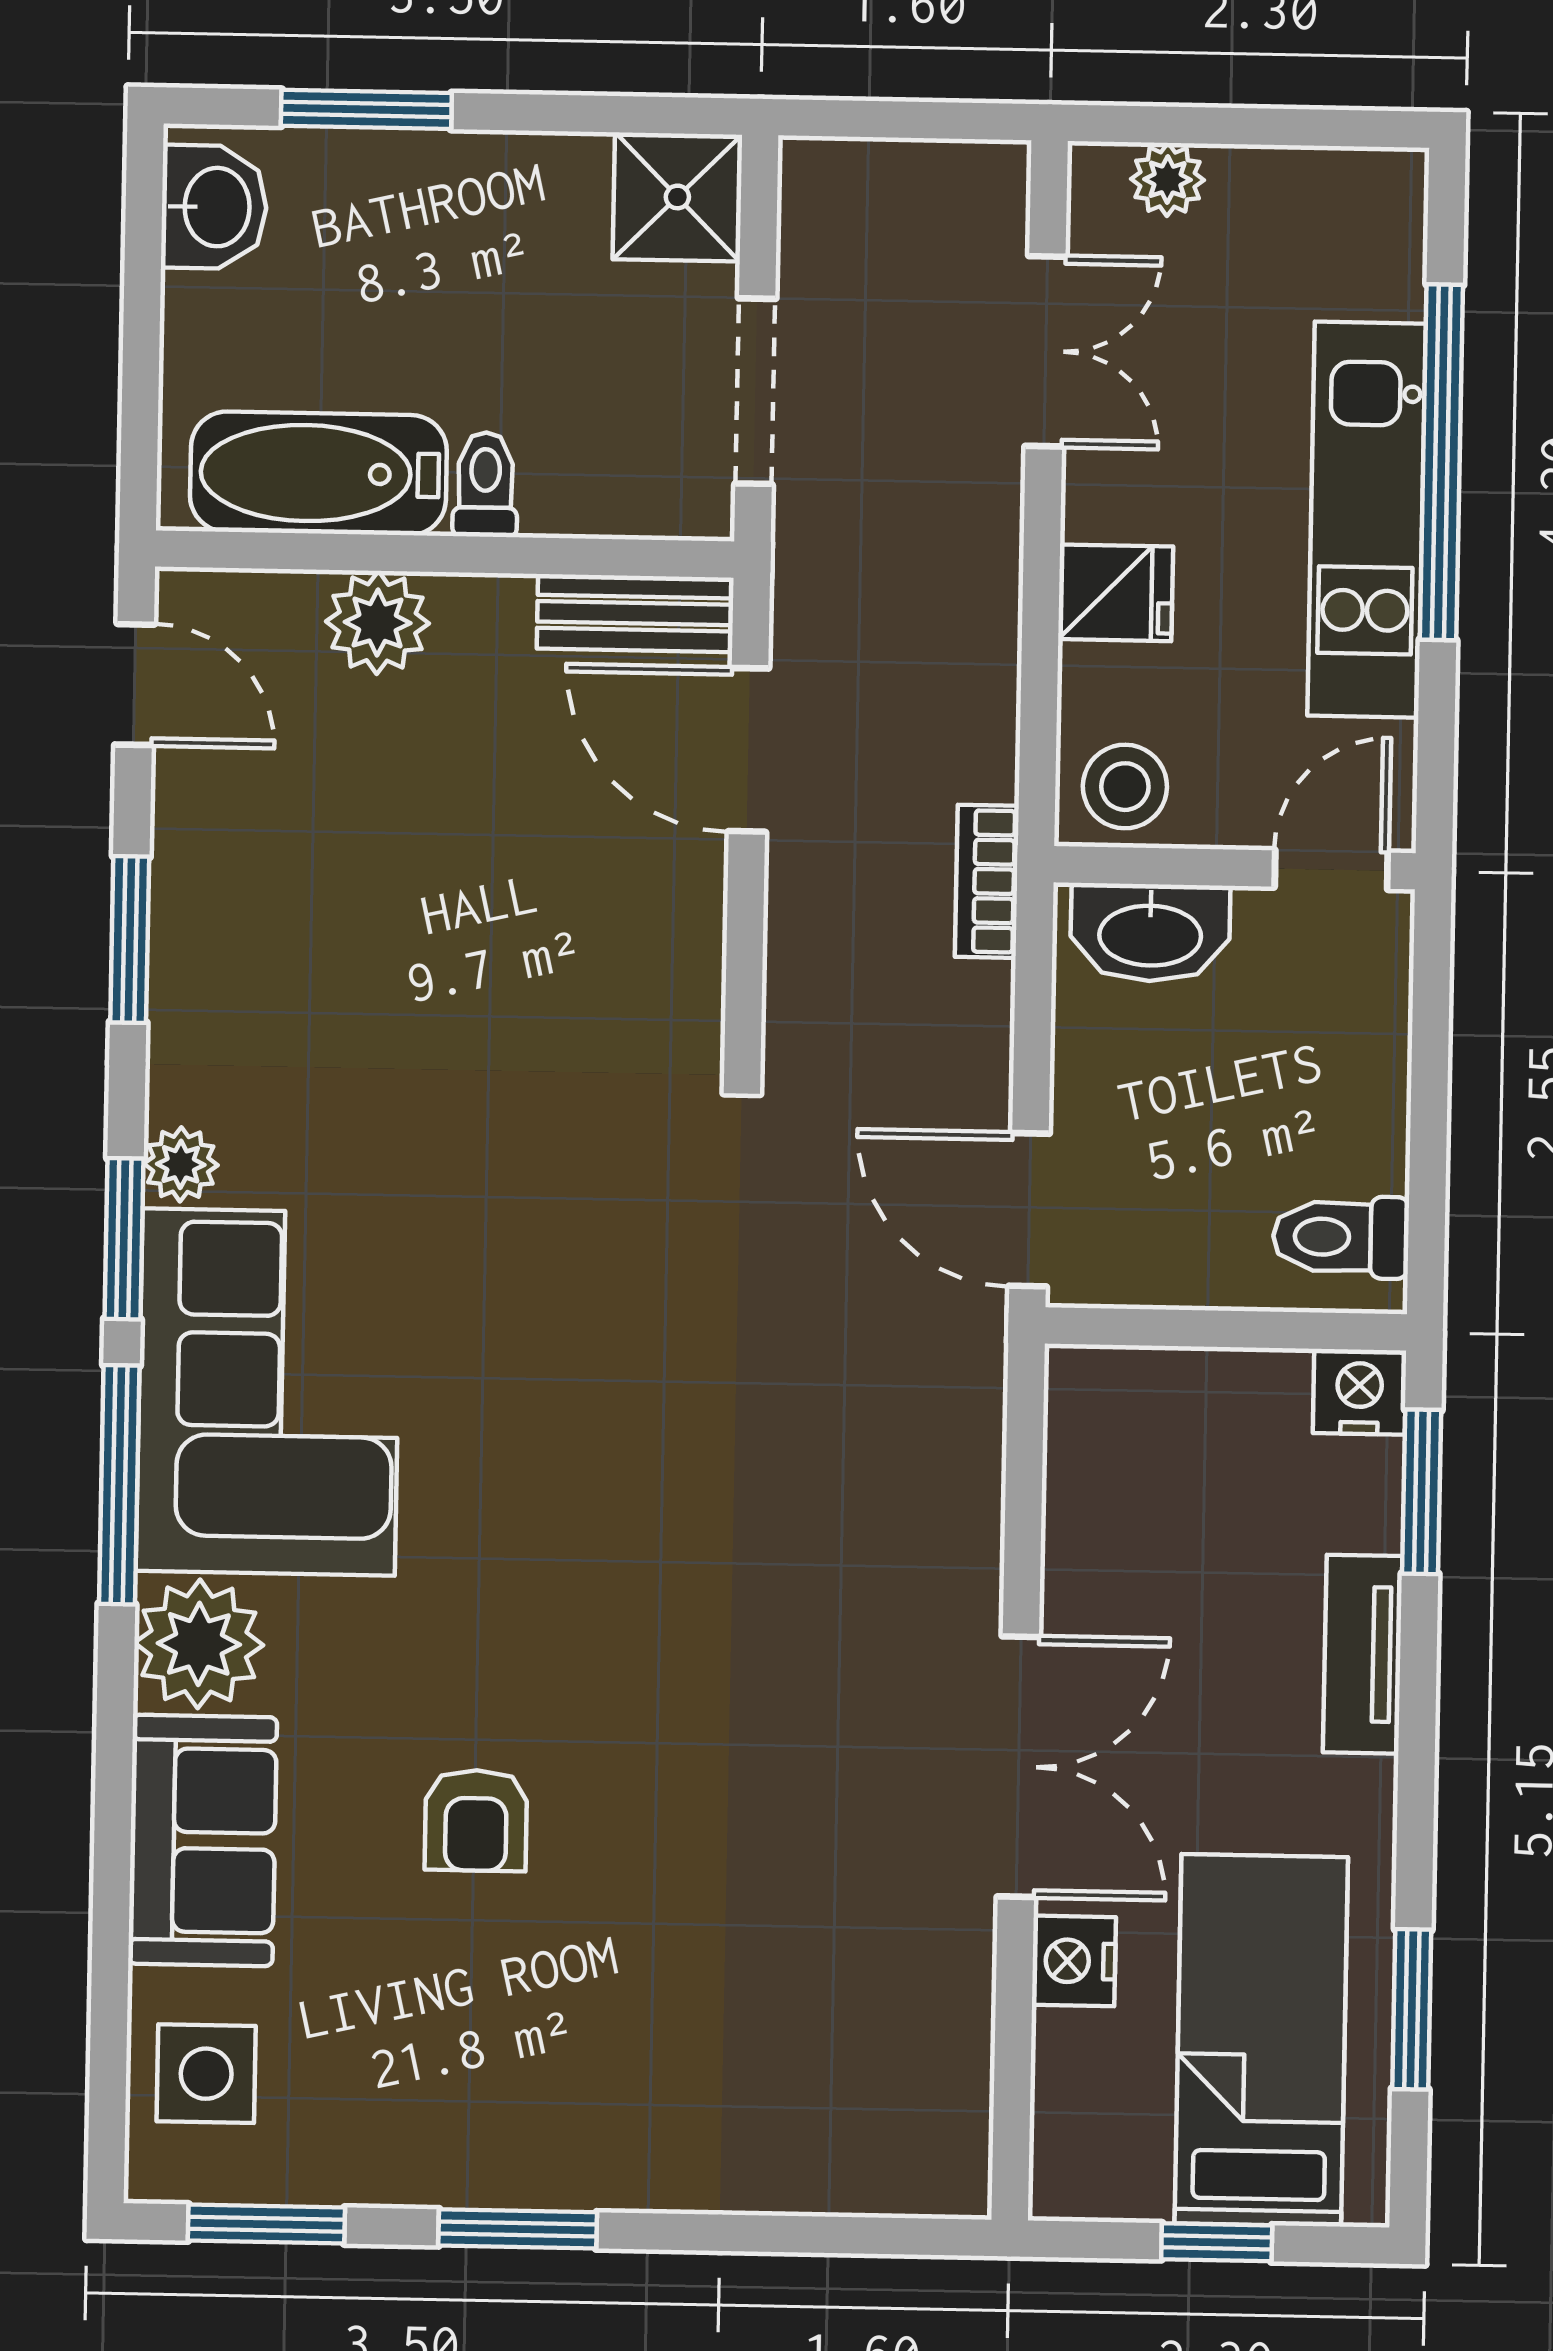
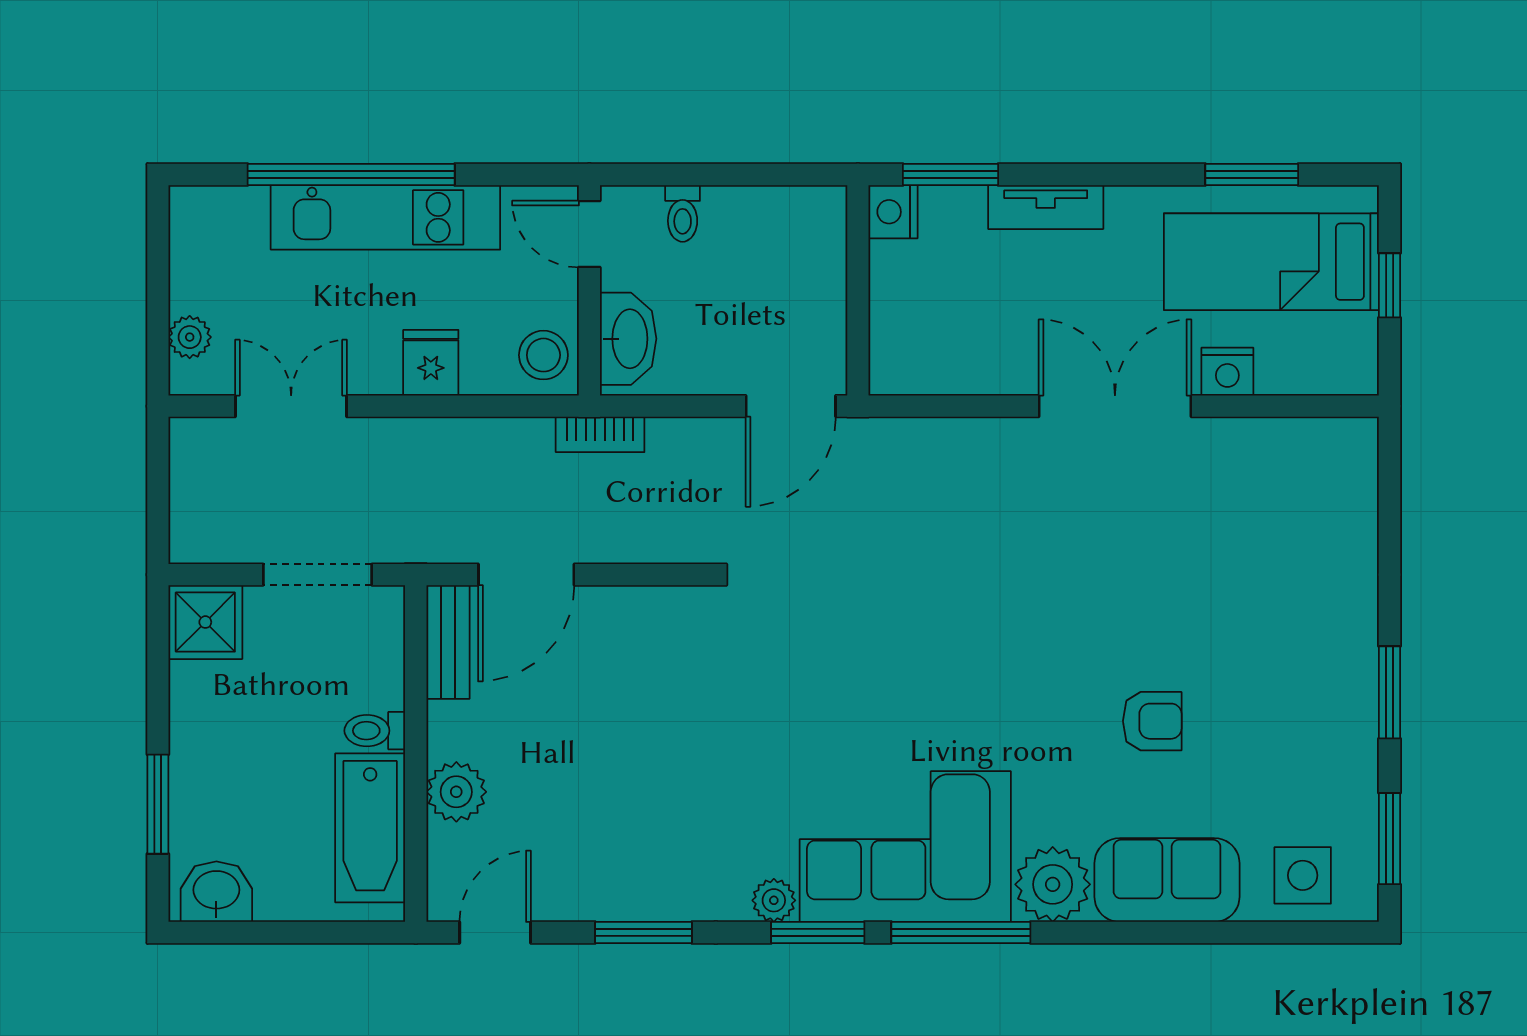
toilet: (1341, 1237) -> (683, 213), moved, width x0.73, depth x0.72

